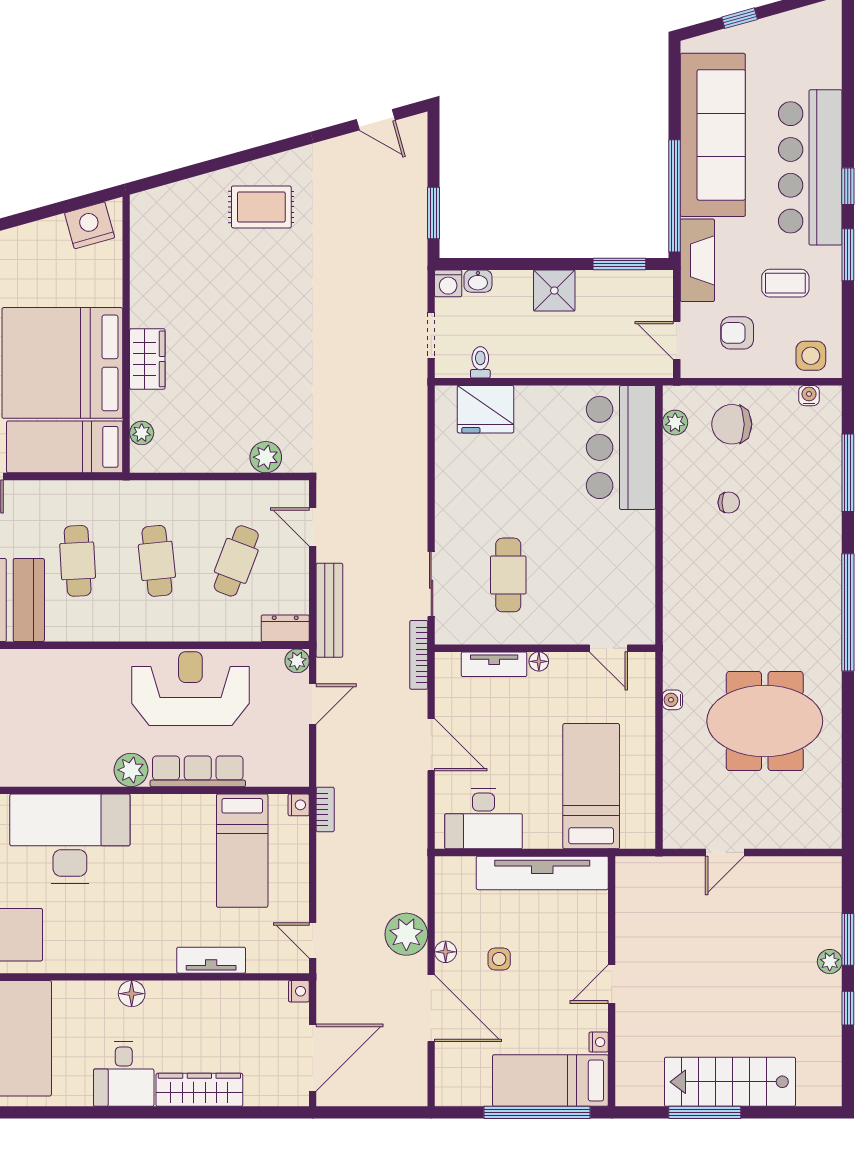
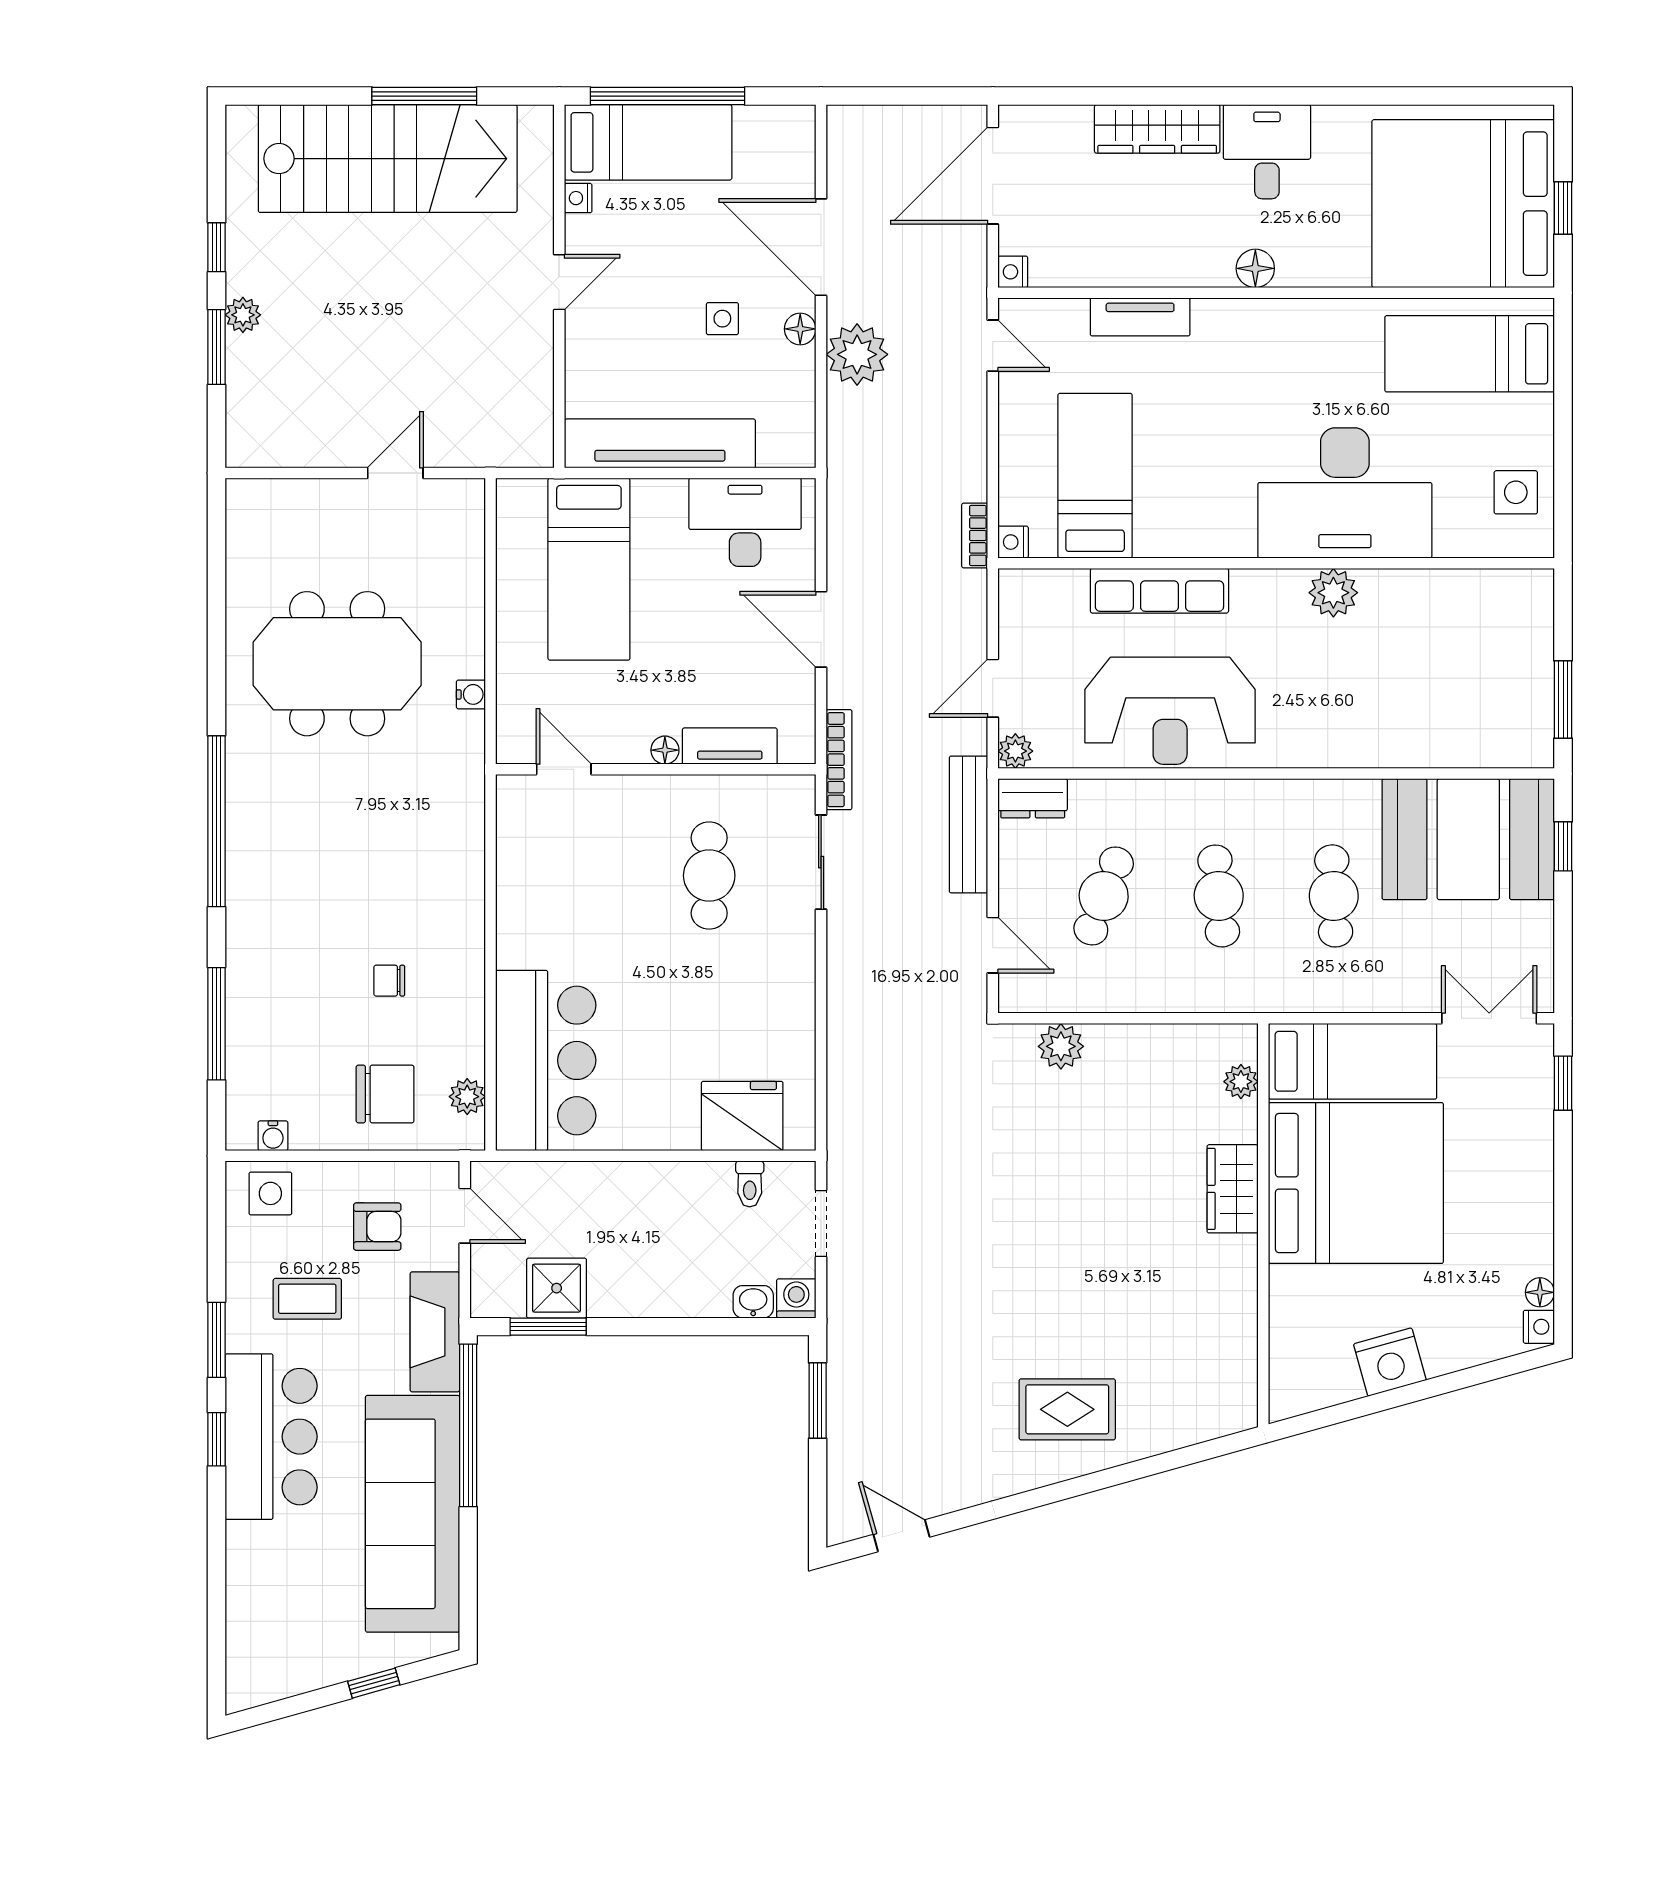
bar counter: (810, 167) -> (271, 1437), width x0.73
nightstand: (90, 225) -> (1390, 1362), moved
shower: (554, 291) -> (557, 1288), moved
plant: (131, 770) -> (1333, 593), moved
stairs: (730, 1082) -> (388, 159), width x1.36, depth x1.51

